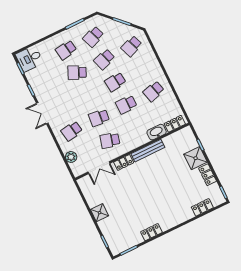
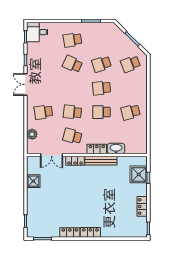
school desk: (93, 37) -> (101, 40), removed
locker: (175, 124) -> (97, 149), moved
shower: (196, 158) -> (139, 174), moved
locker: (202, 207) -> (90, 232), moved
shower: (100, 213) -> (33, 181), moved

